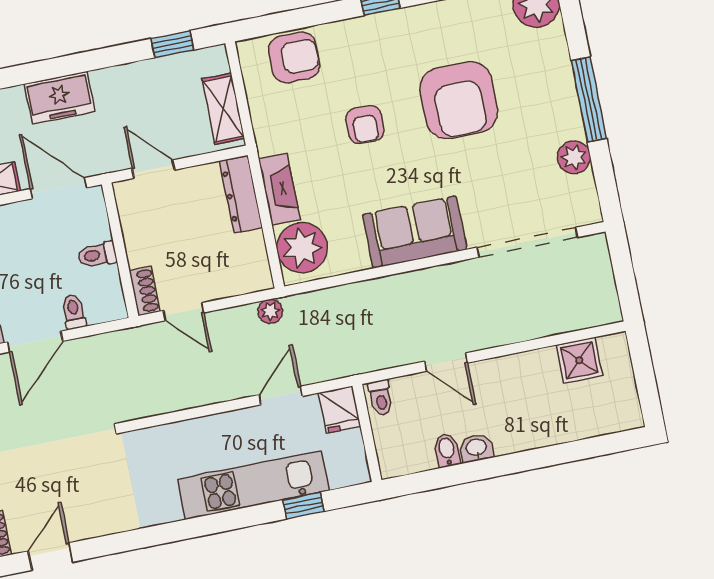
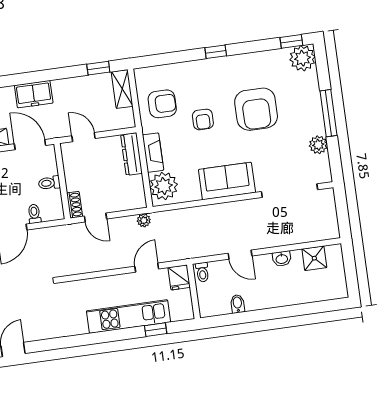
armchair: (294, 57) -> (162, 104), moved
shelving: (223, 109) -> (122, 89), moved
washbasin: (476, 448) -> (282, 259), moved, turned 180

